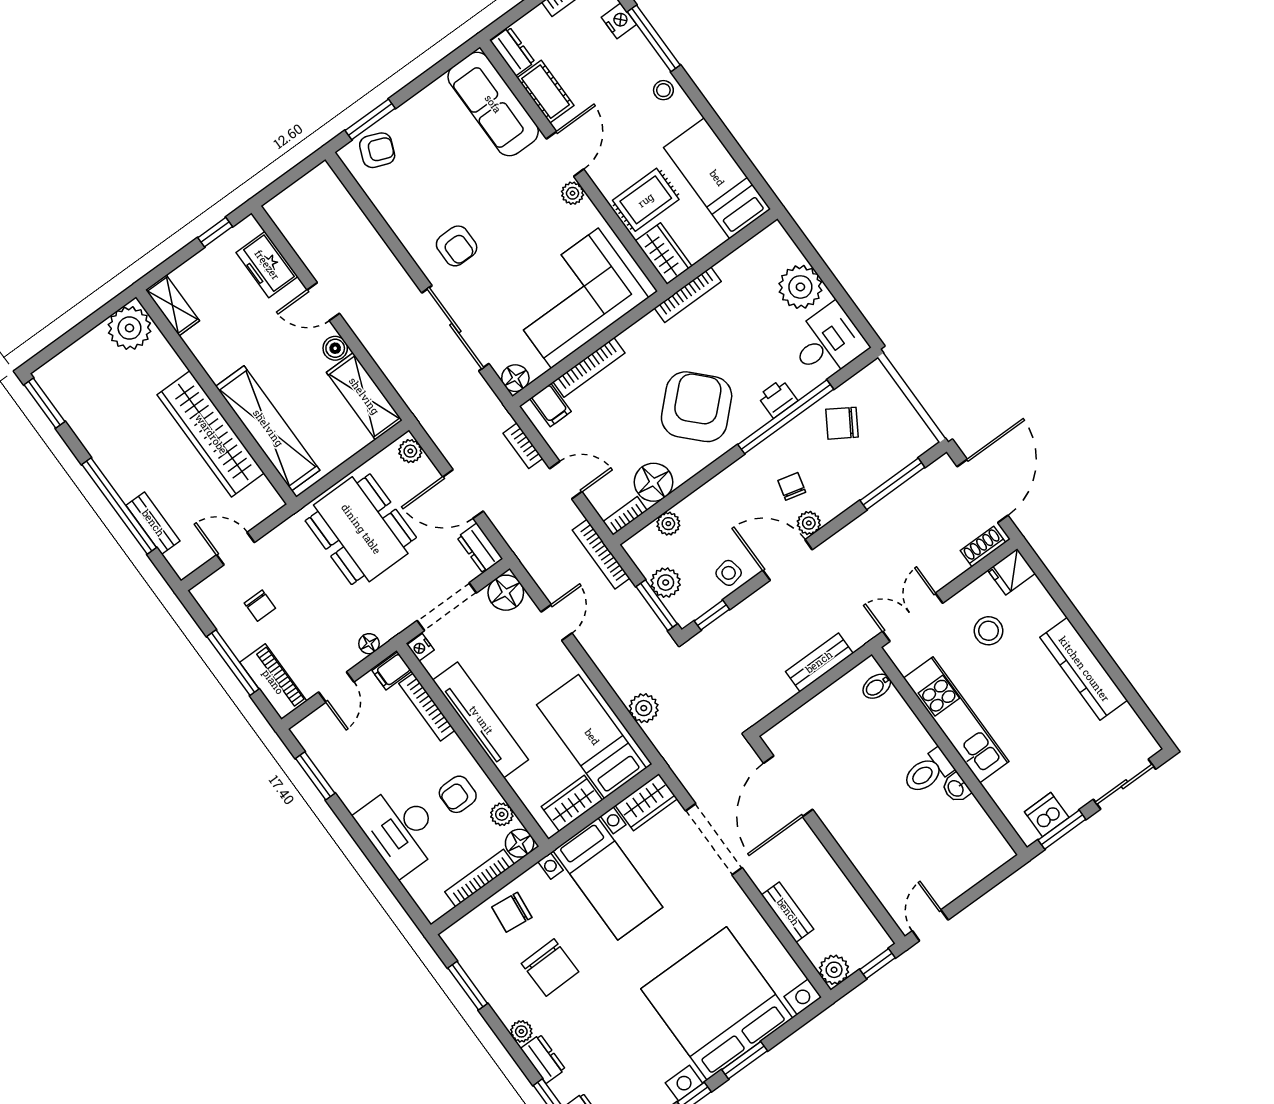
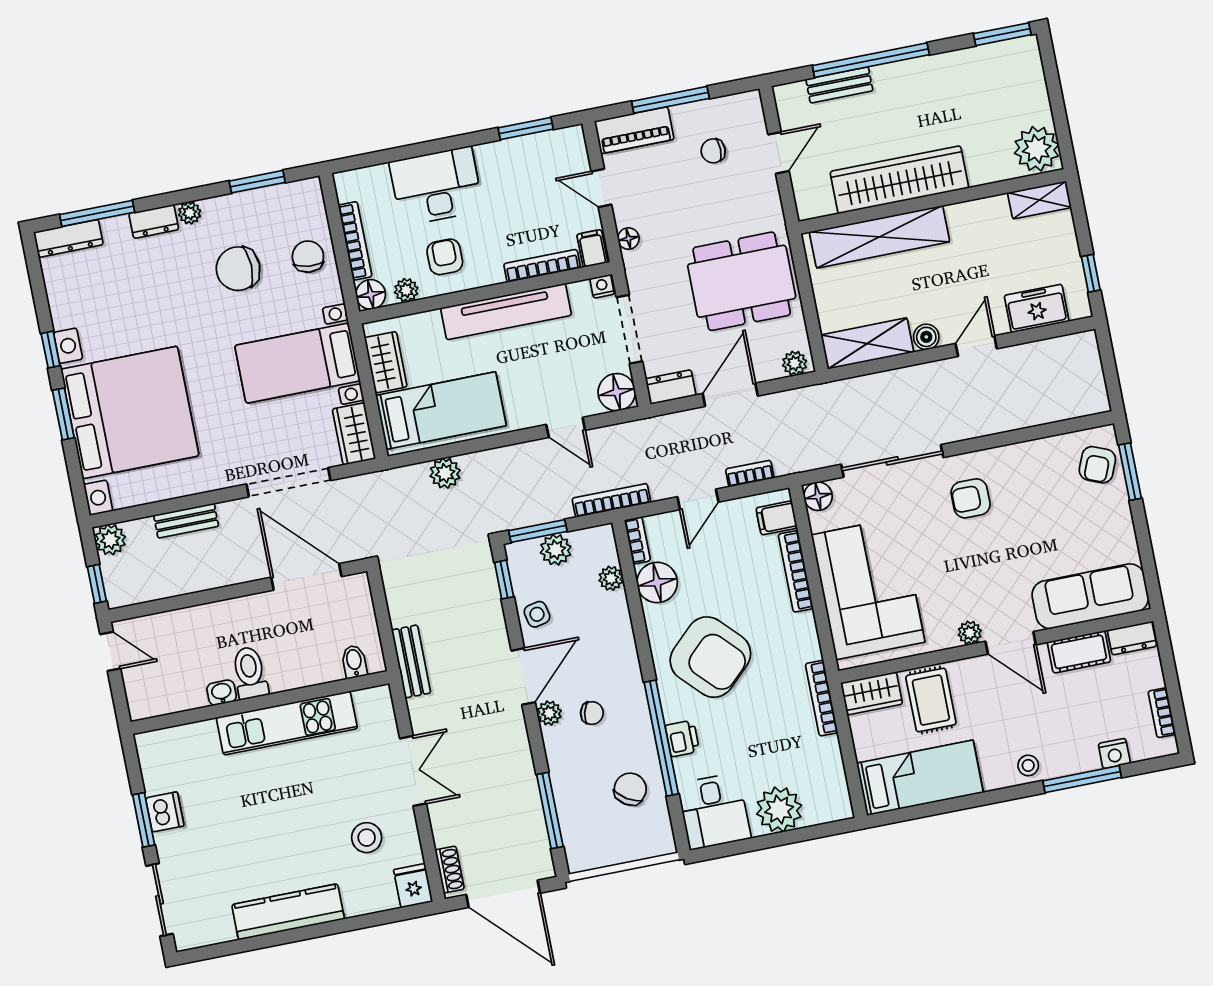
bidet: (877, 686) -> (354, 662), moved
kitchen unit: (956, 720) -> (287, 723), moved
wall: (949, 751) -> (260, 703), moved
toilet: (928, 772) -> (250, 673), moved
washbasin: (956, 788) -> (222, 693), moved

